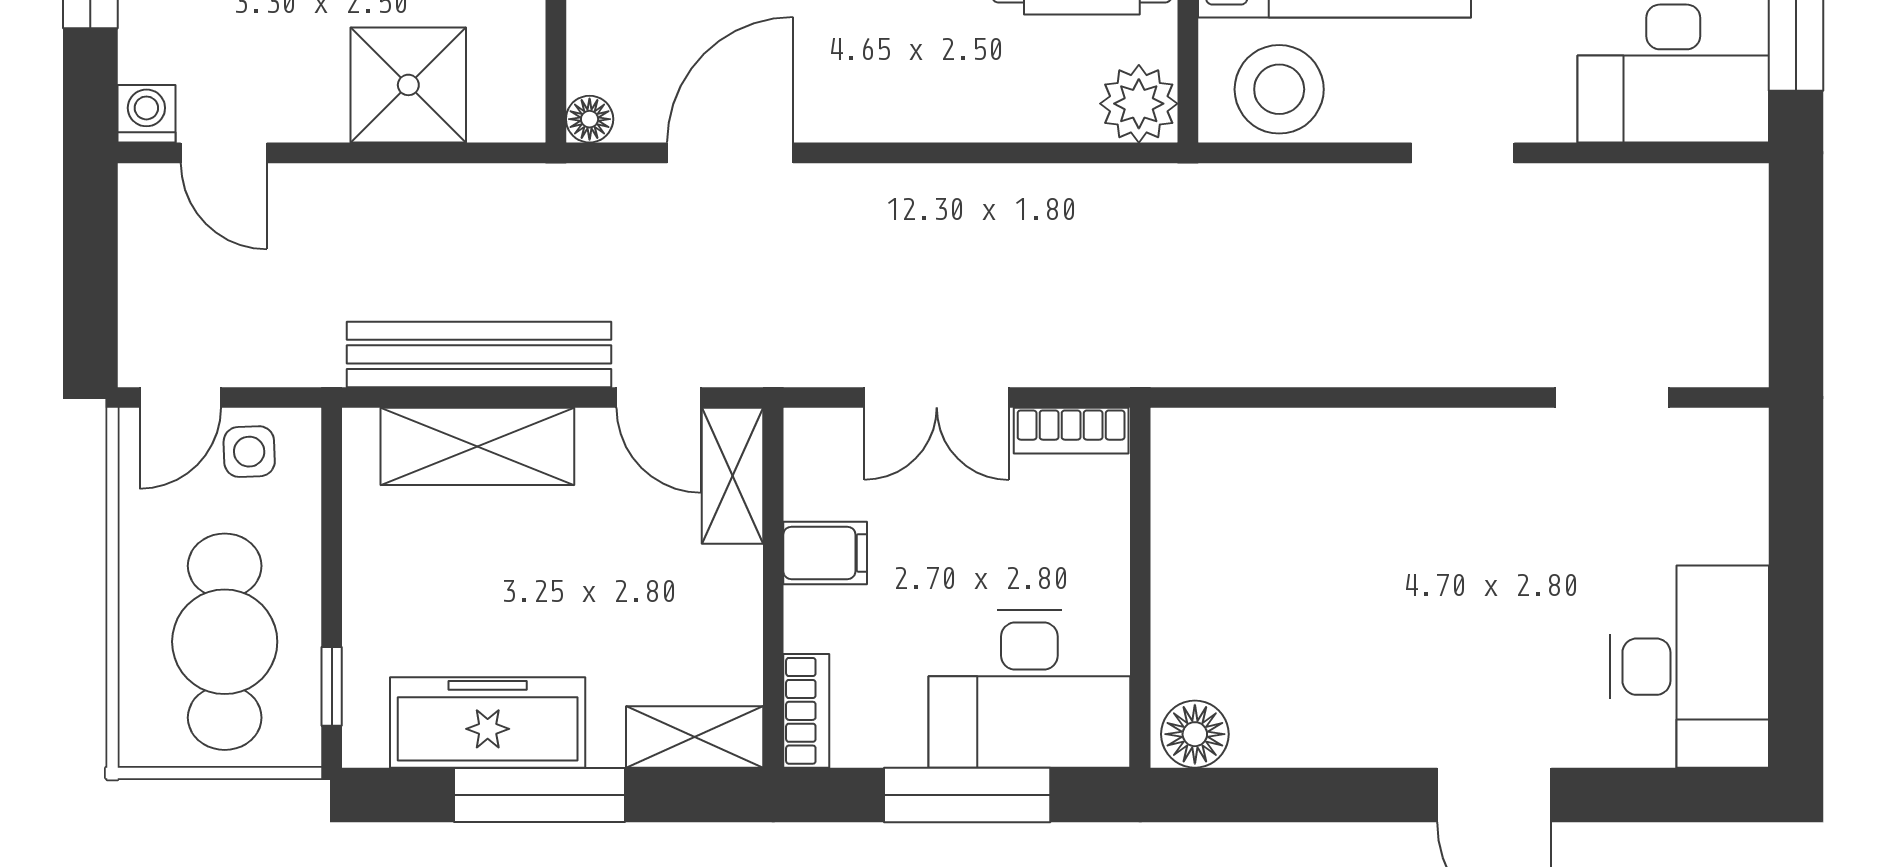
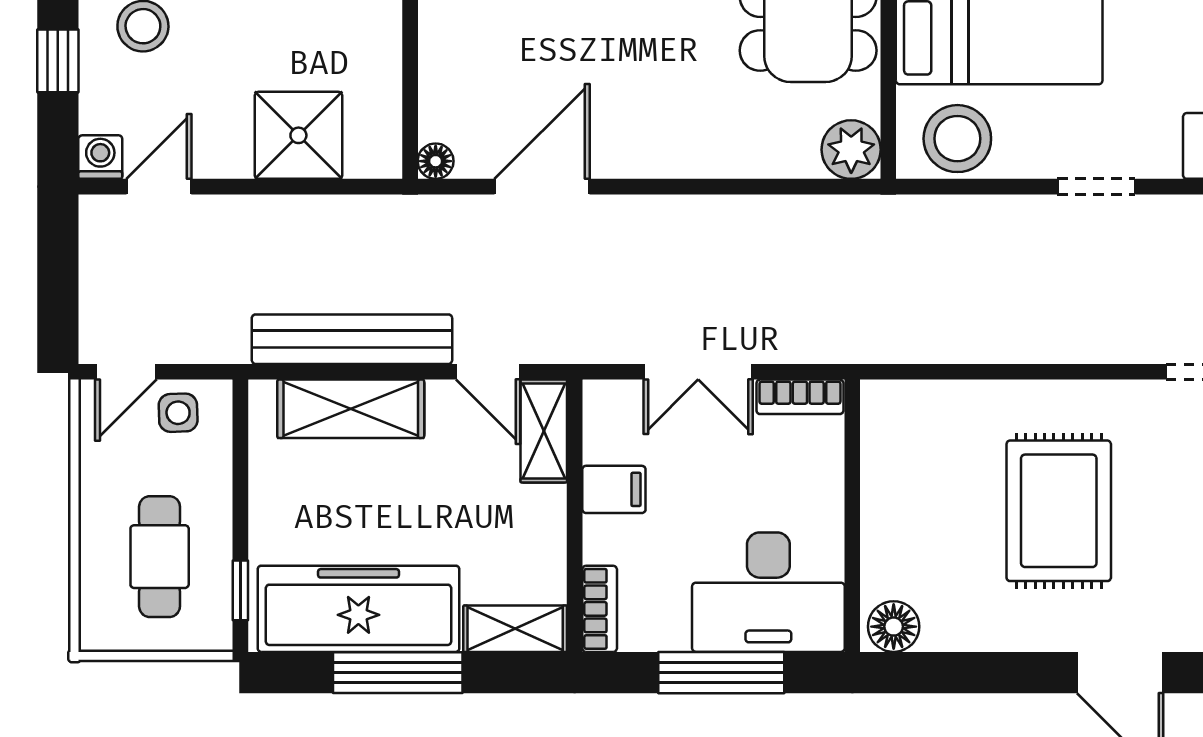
door: (224, 153) -> (159, 187), swing flipped
rug: (1413, 581) -> (1059, 511), added
cafe table: (225, 642) -> (160, 557), width x0.73, depth x0.74
freezer: (488, 723) -> (358, 609), width x1.36, depth x1.26

